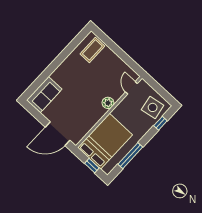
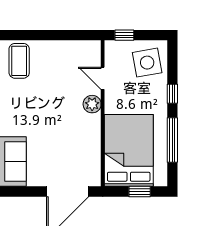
window: (154, 84) -> (124, 35), added
door: (131, 88) -> (103, 78), moved
window: (160, 123) -> (172, 94), moved

